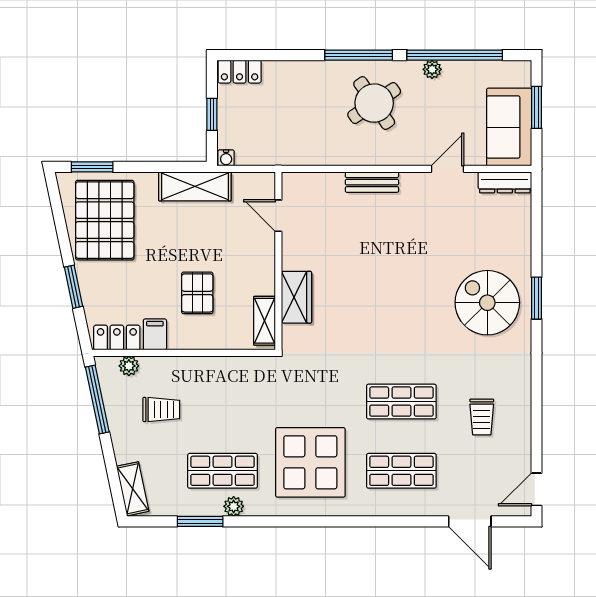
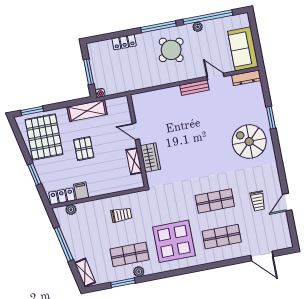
locker: (240, 72) -> (124, 42), moved
window: (537, 107) -> (255, 36), removed
window: (212, 114) -> (89, 72), width x1.50
door: (447, 169) -> (215, 77), hinge flipped
bench: (372, 182) -> (194, 88), moved
door: (278, 216) -> (136, 131), moved
pallet: (197, 293) -> (84, 149), moved
window: (537, 298) -> (271, 118), moved
shelving: (265, 321) -> (134, 161), moved
window: (97, 400) -> (64, 244), moved
trolley: (161, 410) -> (121, 215), moved
door: (537, 489) -> (287, 202), moved

